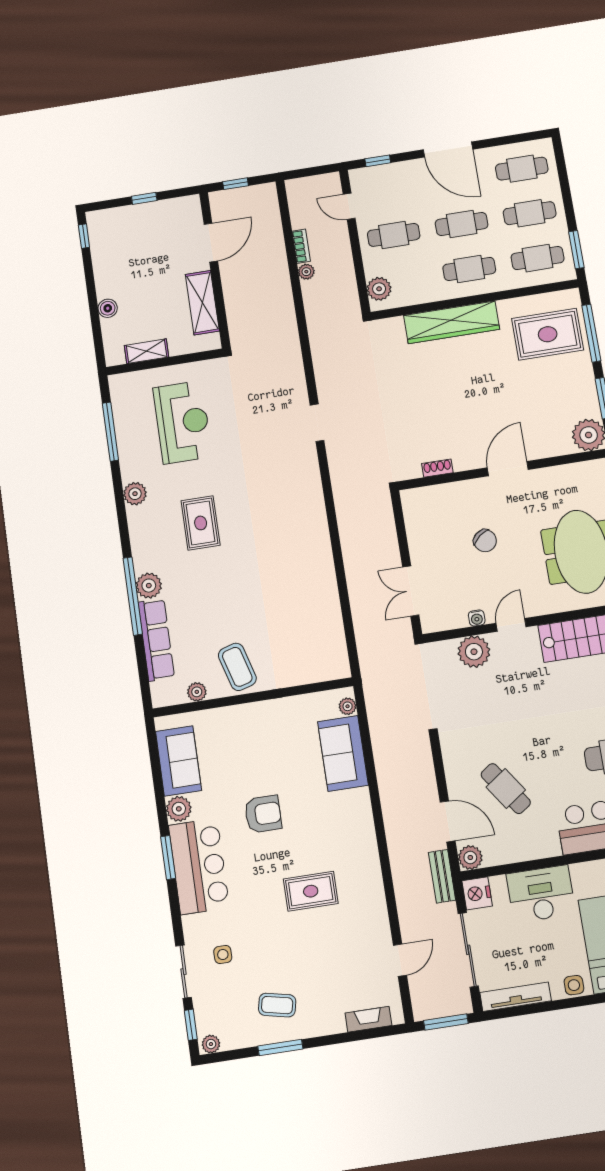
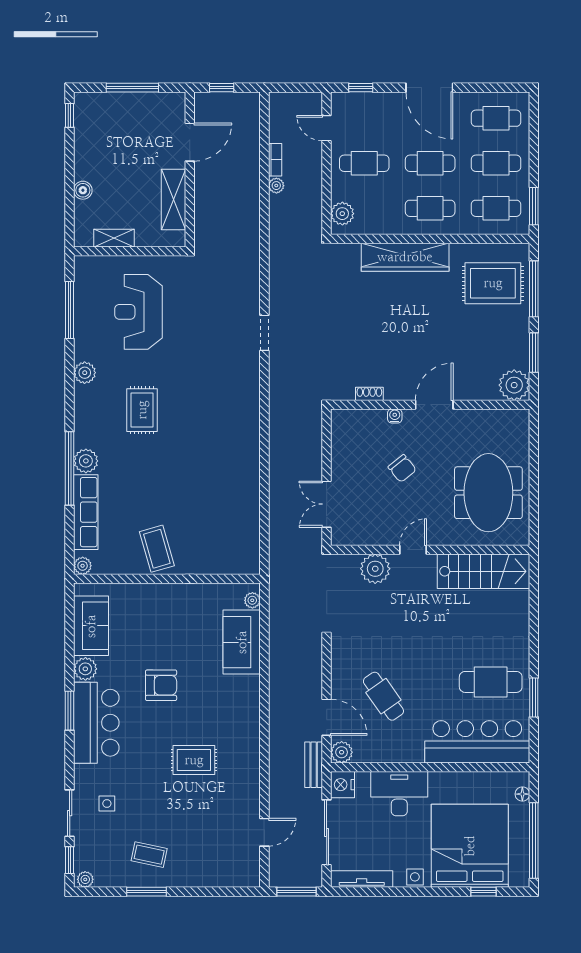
window: (144, 198) -> (132, 88), width x2.17
reception desk: (182, 422) -> (139, 312), turned 180
water cooler: (477, 618) -> (395, 416), moved, turned 180
plant: (197, 692) -> (83, 566), moved
fireplace: (368, 1019) -> (228, 879), removed

